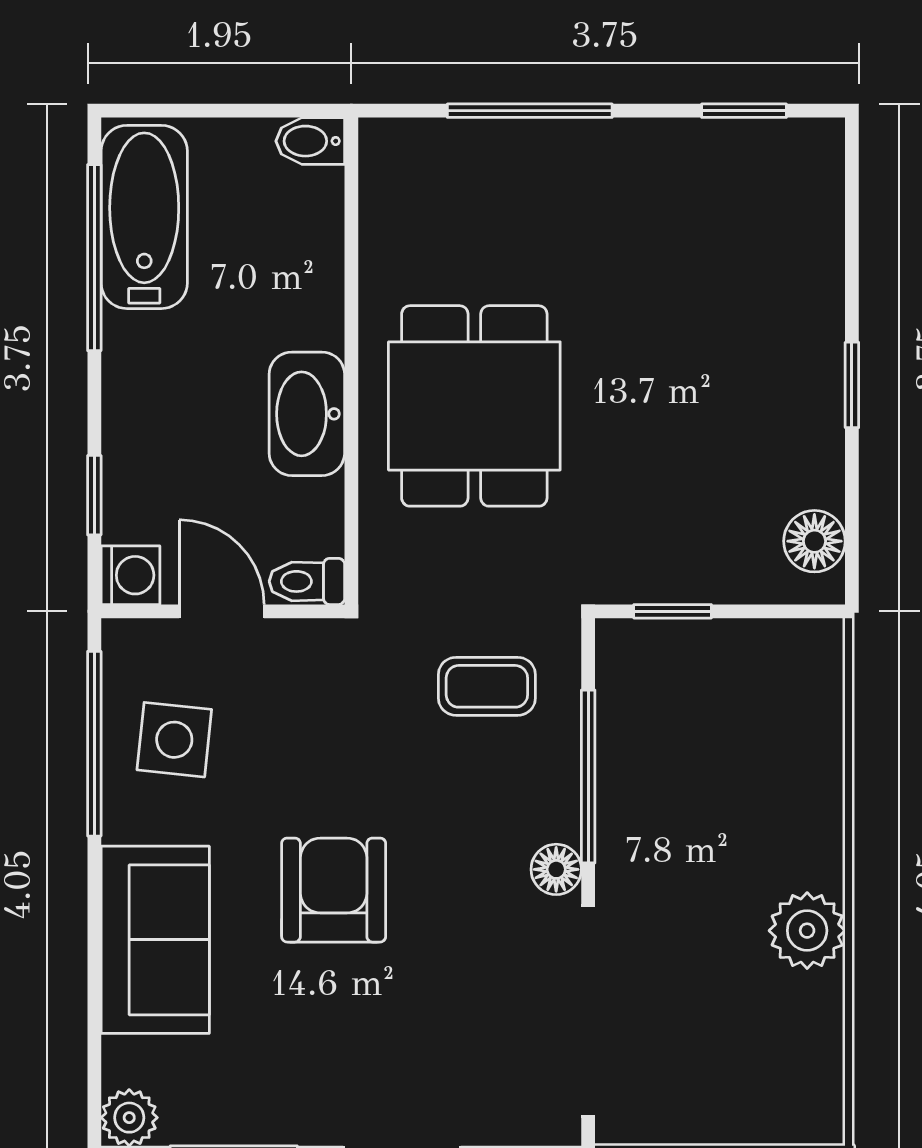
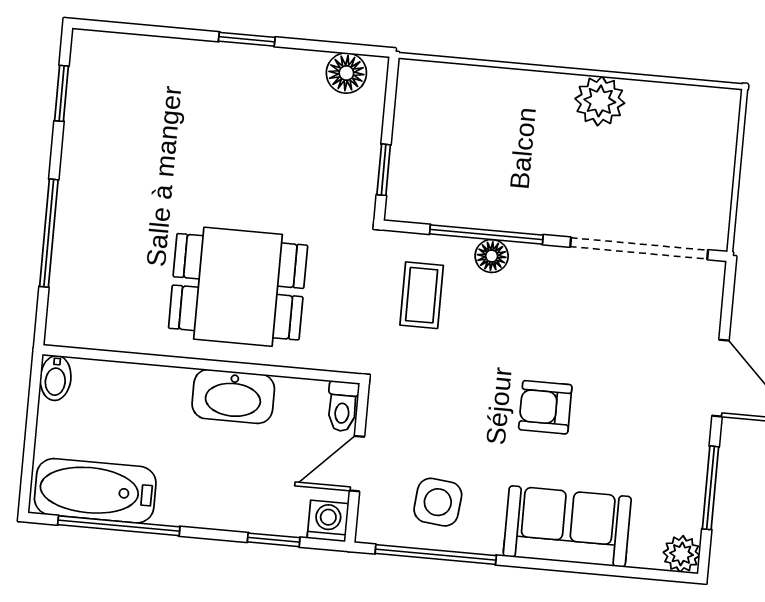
floor lamp: (556, 869) -> (492, 256), moved
armchair: (334, 890) -> (545, 407), width x0.72, depth x0.72

